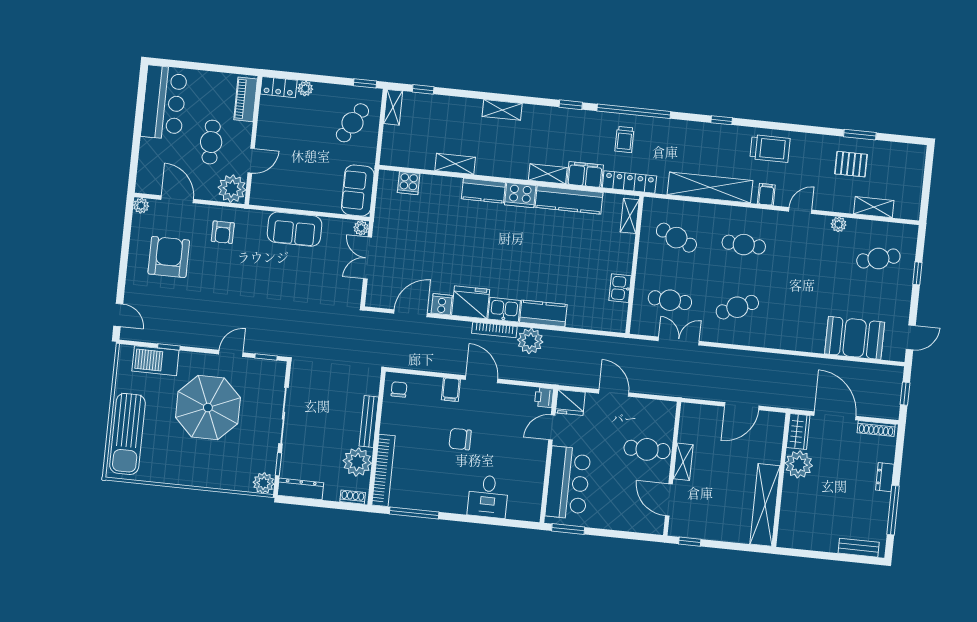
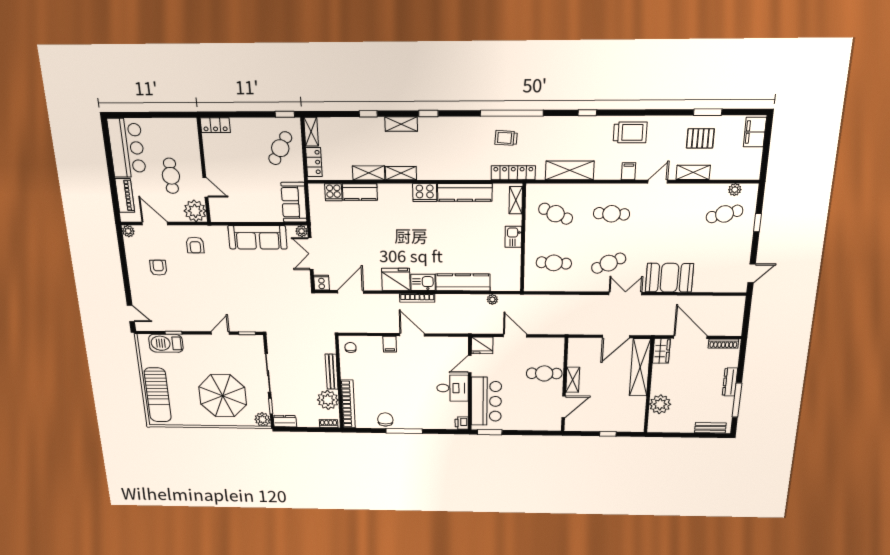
plant: (305, 89) -> (237, 124), removed
window: (423, 89) -> (368, 114), moved
piano: (246, 99) -> (125, 195), moved, turned 180
window: (571, 105) -> (428, 114), moved
trolley: (624, 139) -> (506, 138), turned 94
locker: (391, 144) -> (314, 162), added
door: (251, 161) -> (205, 187), hinge flipped
shelving: (548, 174) -> (401, 173), moved
filing cabinet: (585, 175) -> (755, 132), moved, turned -90
shelving: (710, 188) -> (570, 170), width x0.68
kitchen counter: (483, 191) -> (360, 192), moved
shelving: (874, 207) -> (693, 172), moved
plant: (839, 224) -> (735, 190), moved
sofa: (295, 229) -> (258, 237), width x1.36
armchair: (169, 257) -> (158, 268), width x0.53, depth x0.53
kitchen sink: (620, 288) -> (513, 237), moved
cooker: (442, 304) -> (322, 283), moved
kitchen counter: (543, 313) -> (463, 282), width x1.50
booth: (855, 338) -> (669, 278), moved
plant: (530, 341) -> (492, 299), moved, width x0.53, depth x0.53
double door: (679, 341) -> (625, 293), moved
window: (905, 394) -> (747, 316), removed
printer: (544, 397) -> (462, 423), moved
parasol: (208, 408) -> (223, 396), moved
chair: (460, 439) -> (385, 419), moved, turned 90
plant: (799, 464) -> (660, 404), moved
dresser: (885, 477) -> (730, 382), width x1.44
dresser: (300, 489) -> (285, 421), width x0.70
desk: (488, 496) -> (453, 388), moved, turned -90
door: (669, 500) -> (564, 407), swing flipped
shelving: (765, 505) -> (640, 367), moved
window: (414, 513) -> (404, 431), moved
window: (690, 542) -> (608, 434), moved

